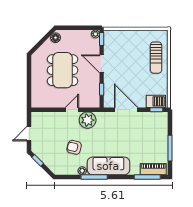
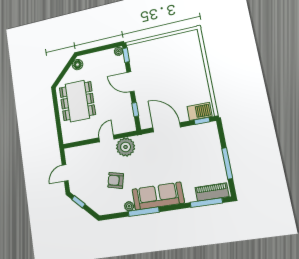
sun lounger: (156, 58) -> (190, 62), removed
dining table: (63, 70) -> (77, 101), moved

